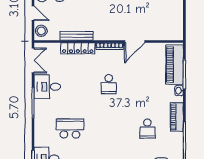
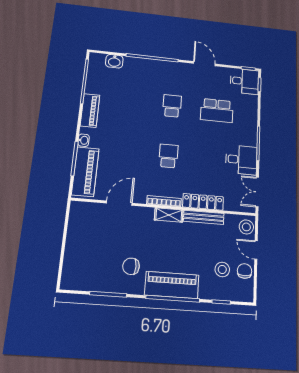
shelving: (105, 35) -> (169, 215), added
door: (135, 42) -> (119, 203), moved
school desk: (147, 129) -> (172, 106), moved

